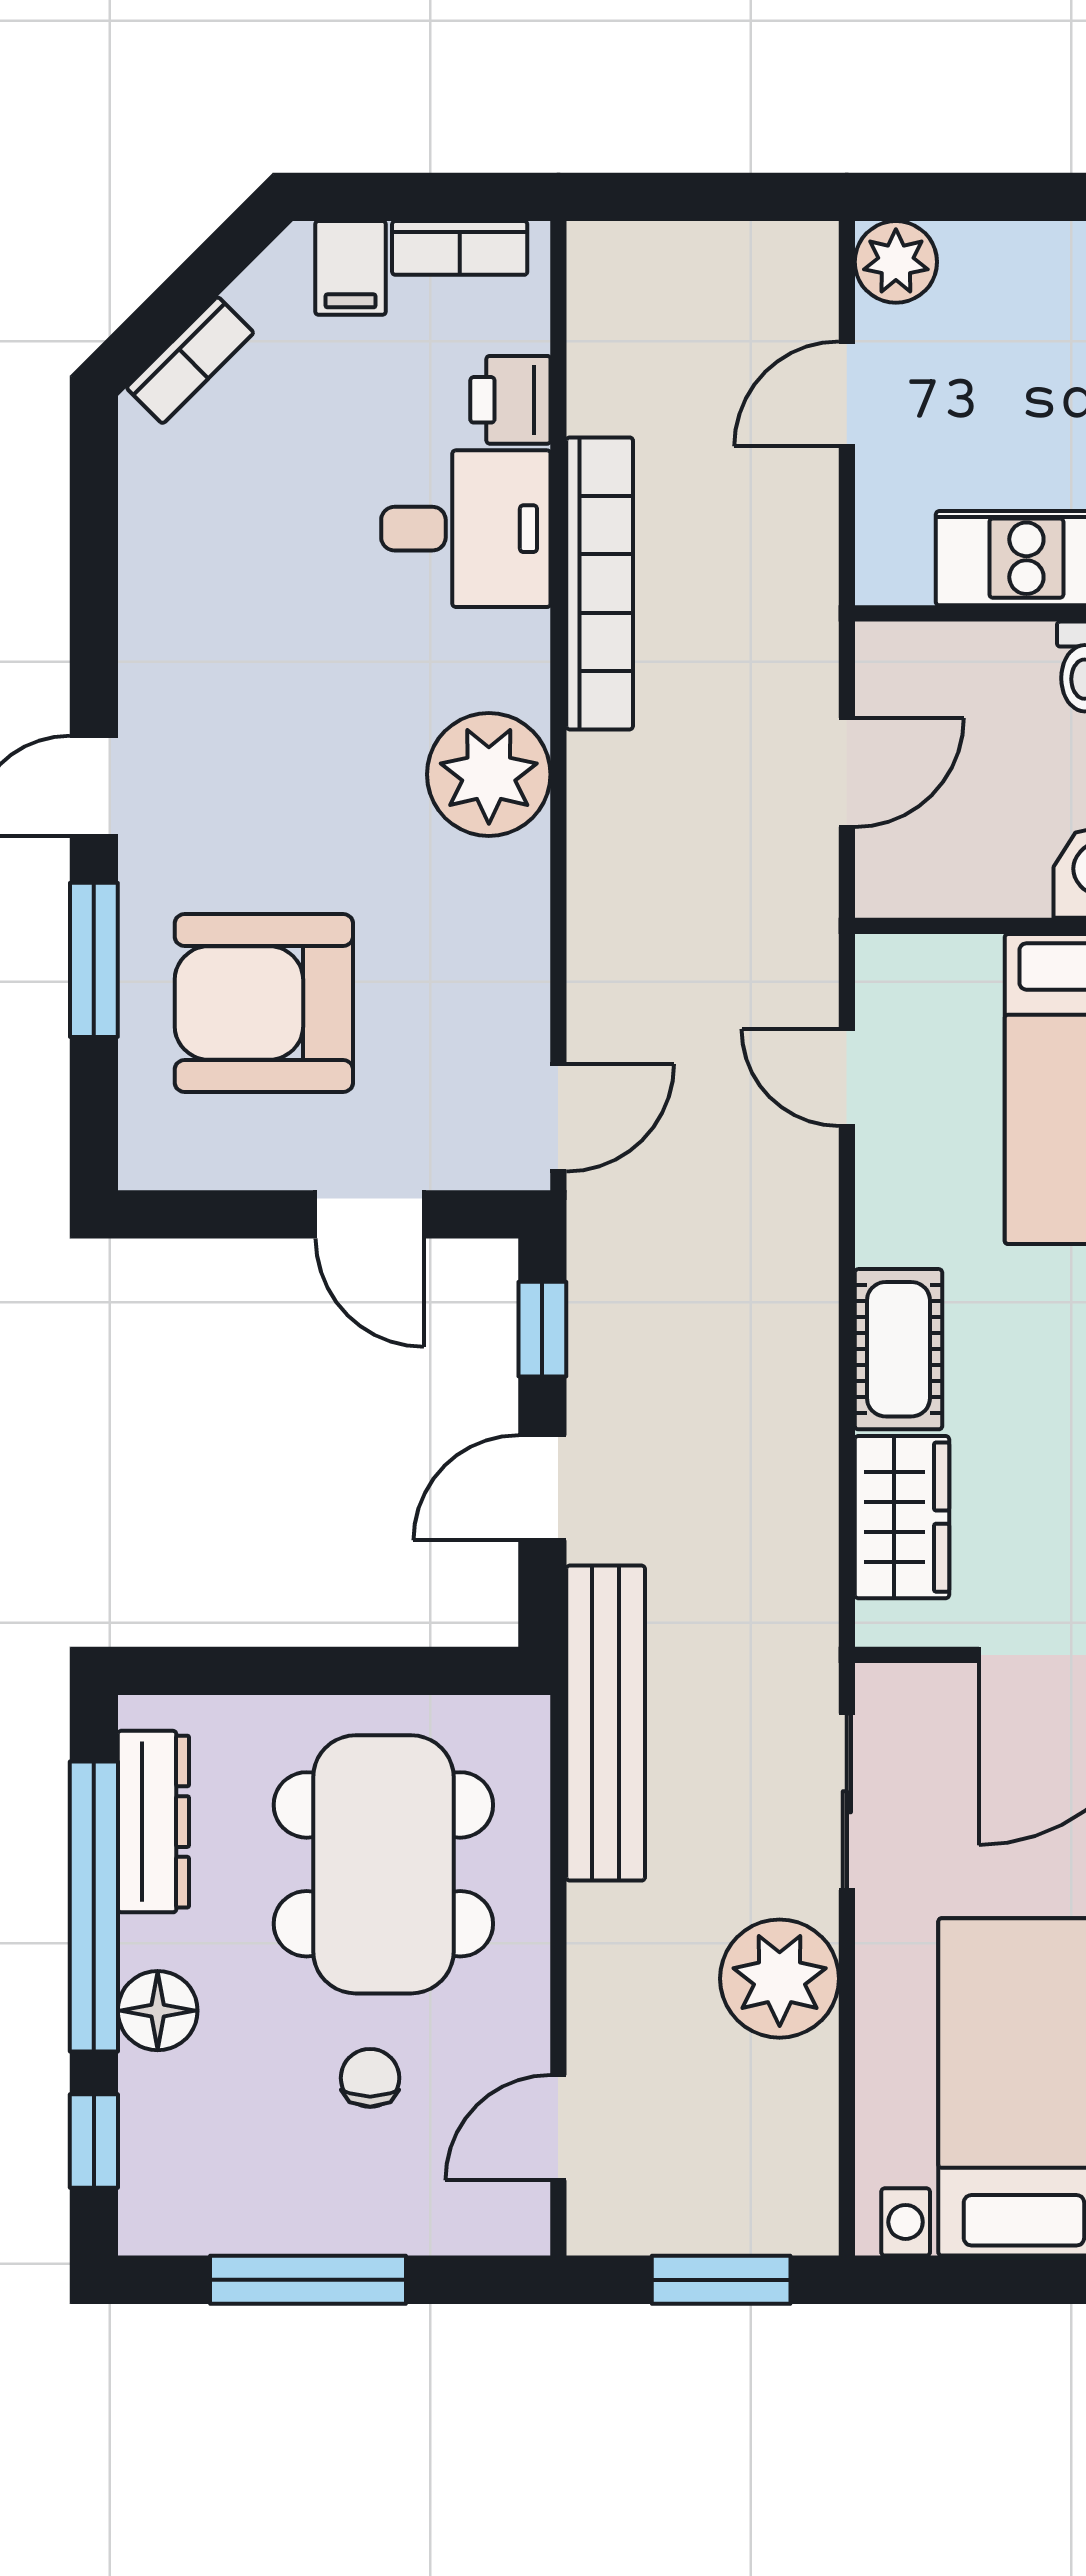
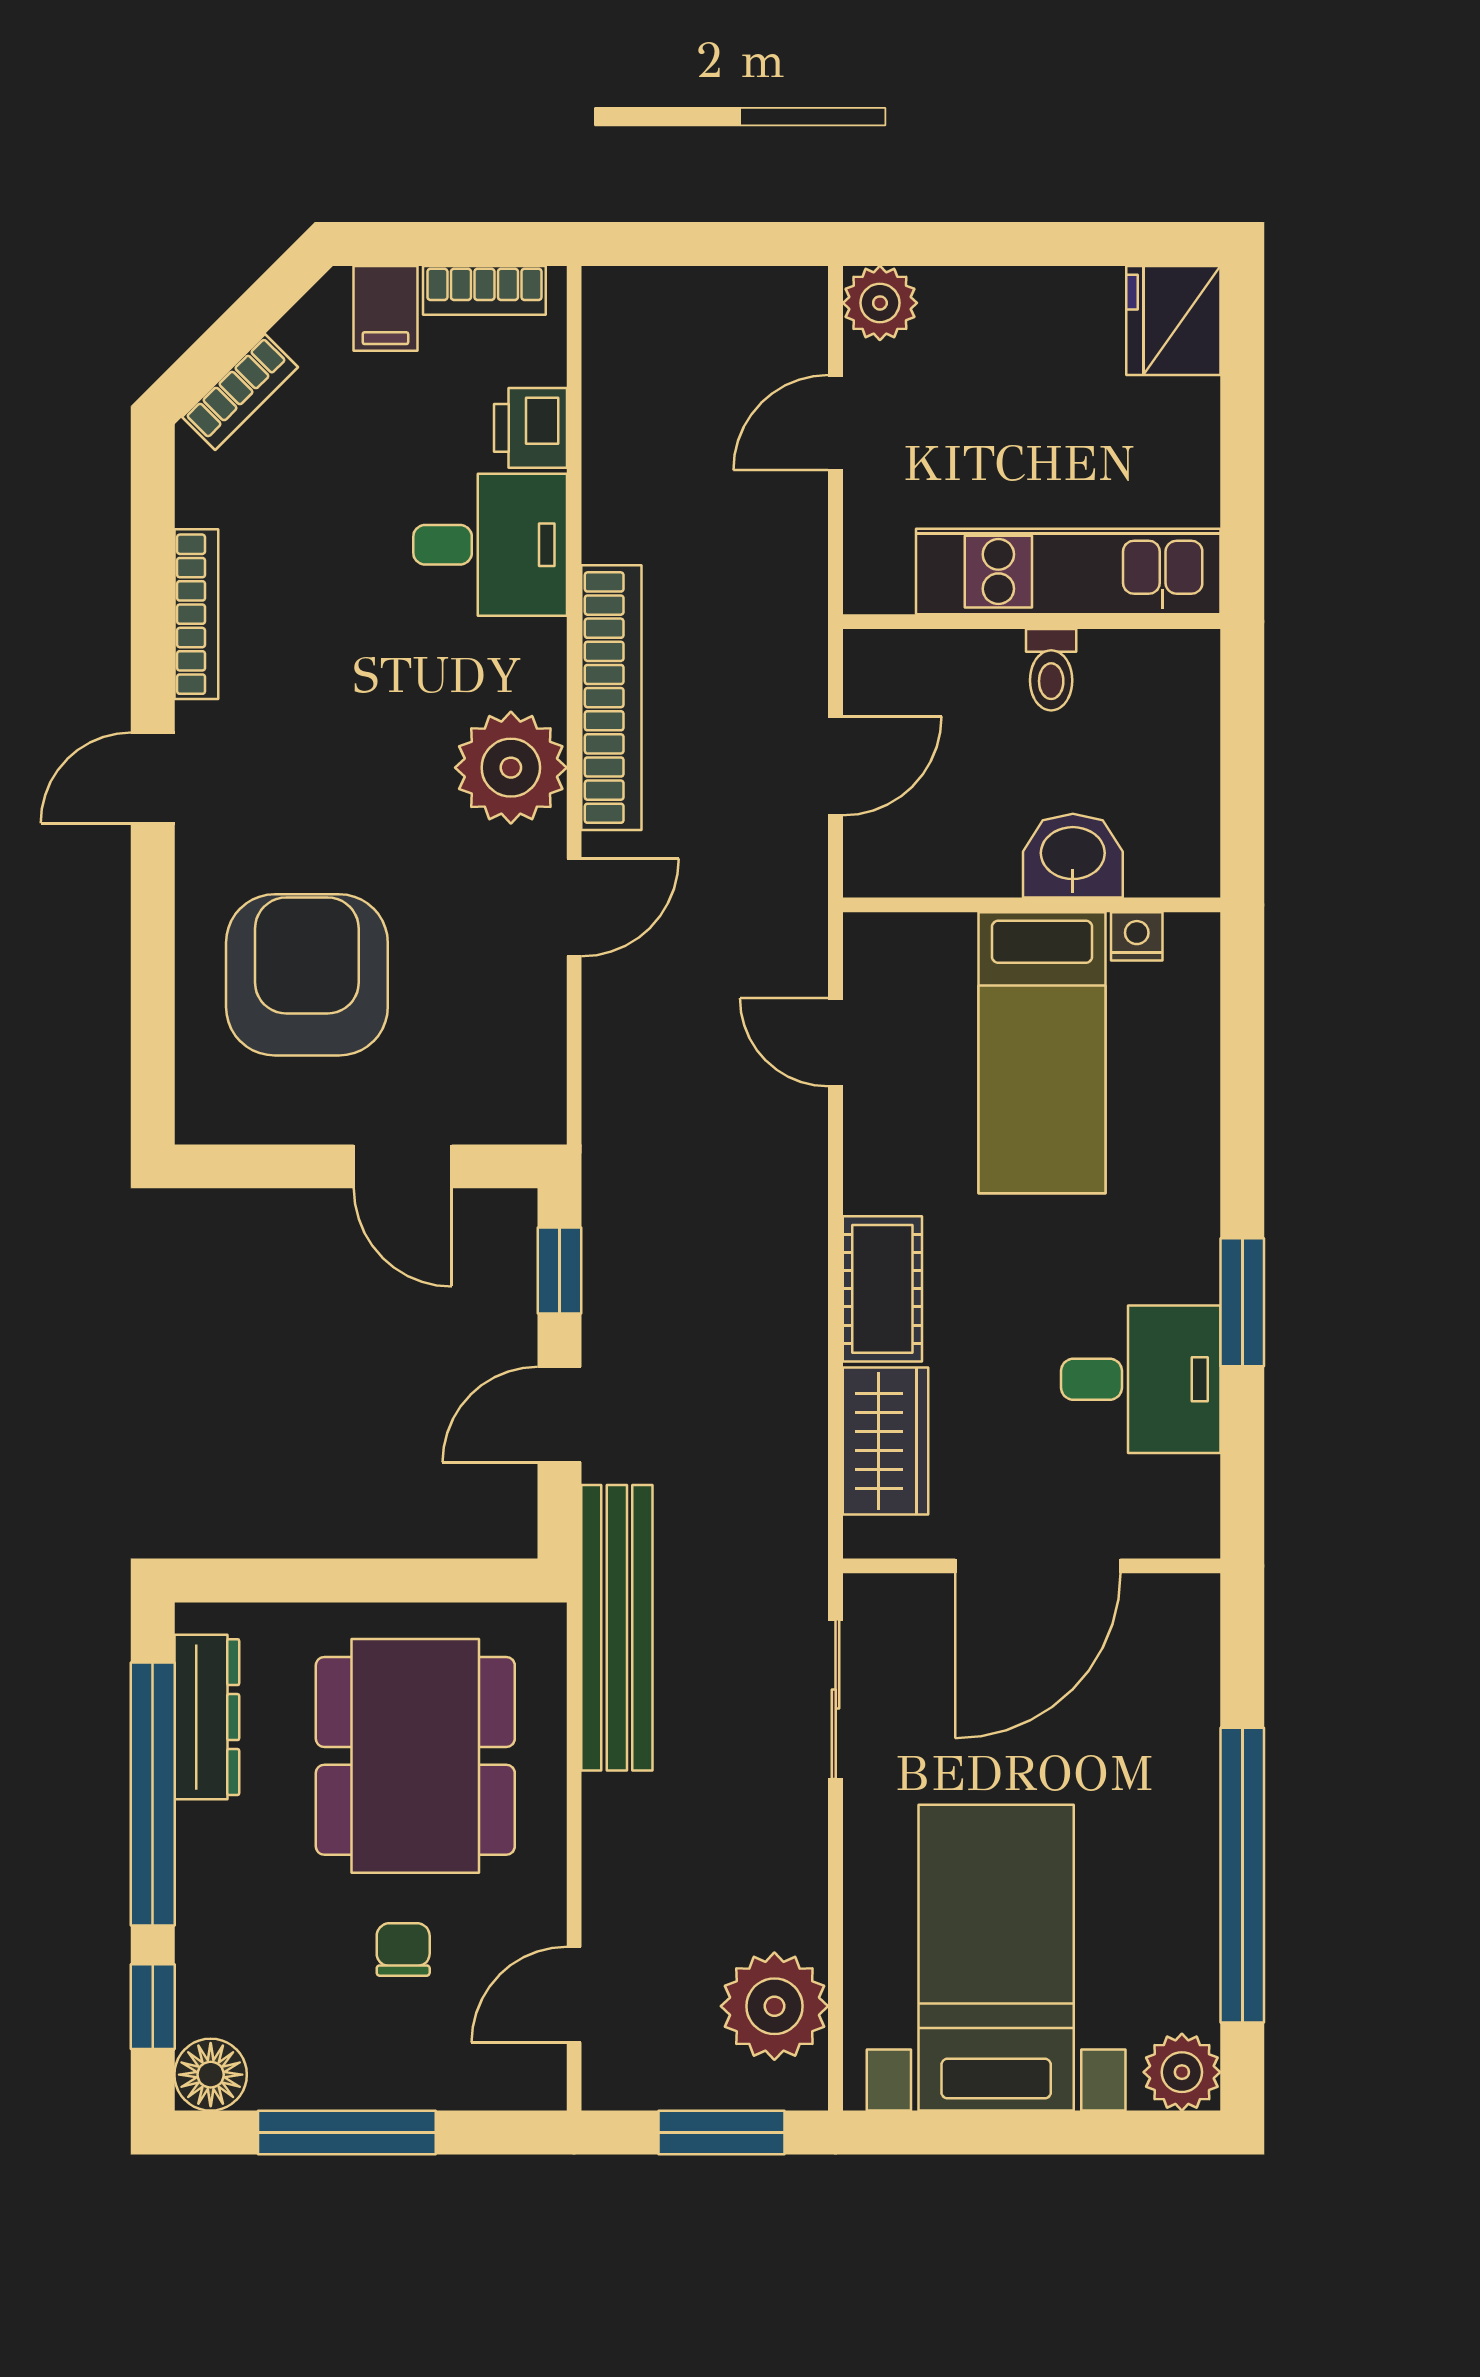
bookcase: (600, 583) -> (611, 698), moved
bookcase: (142, 605) -> (196, 614), added
window: (94, 960) -> (153, 936), removed
armchair: (264, 1003) -> (307, 975), turned 90
door: (558, 1118) -> (574, 907), moved
plant: (780, 1979) -> (774, 2006), moved
floor lamp: (158, 2011) -> (211, 2075), moved

